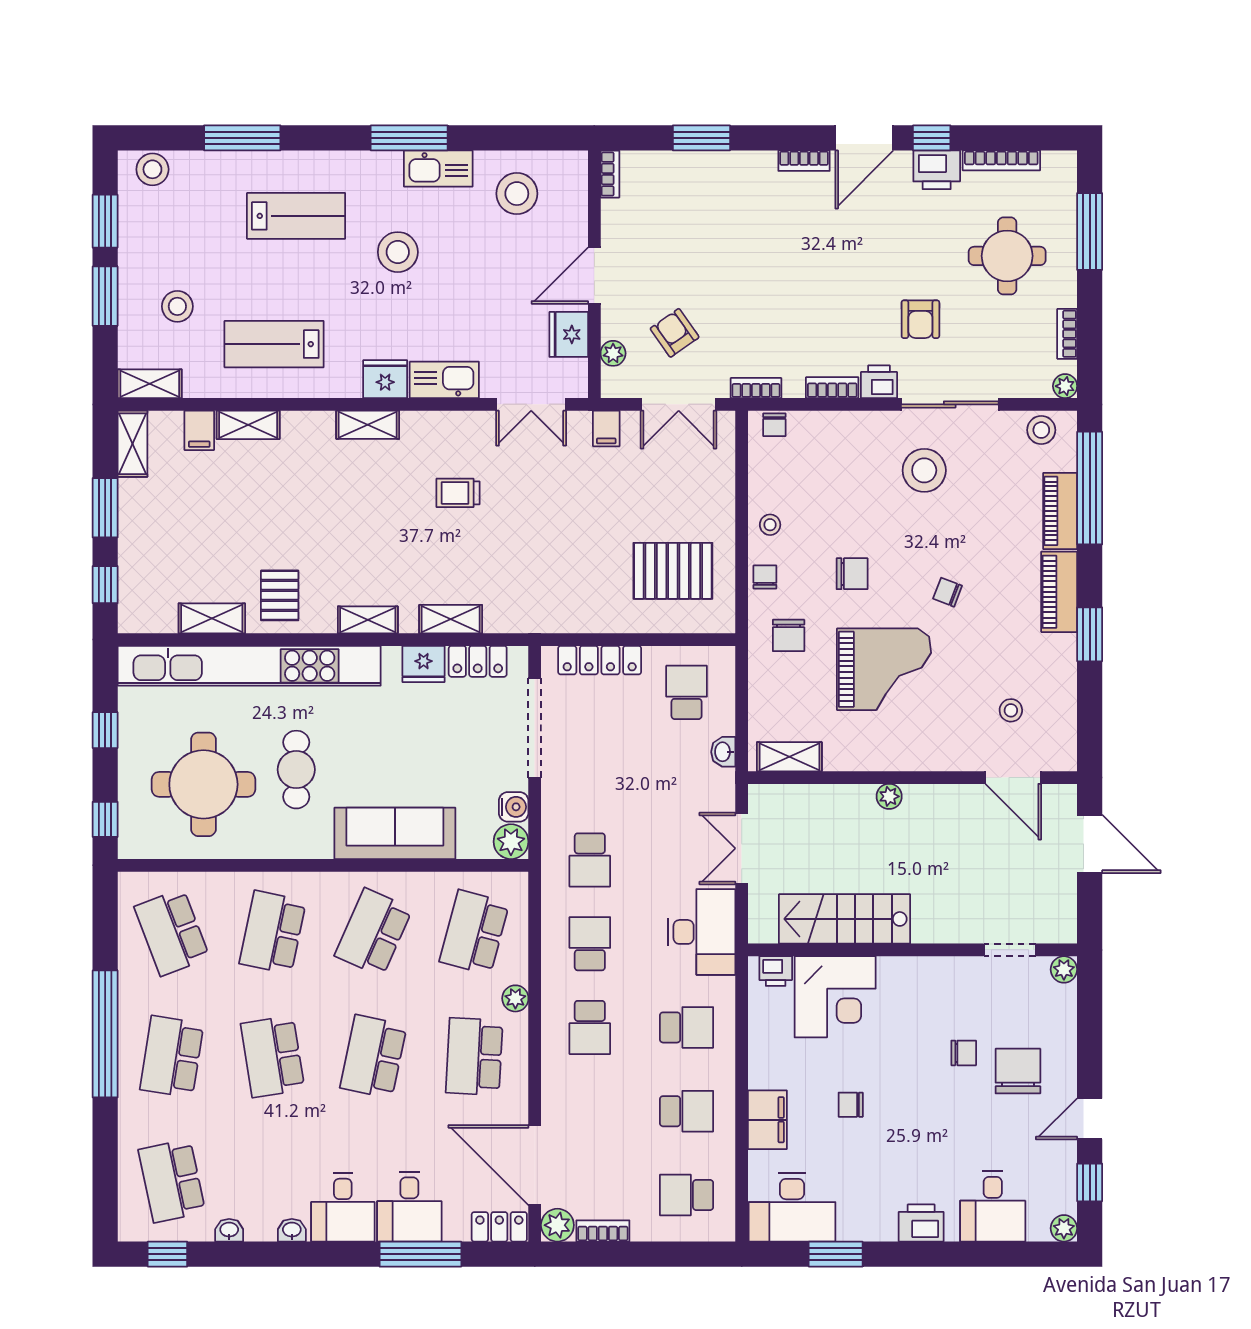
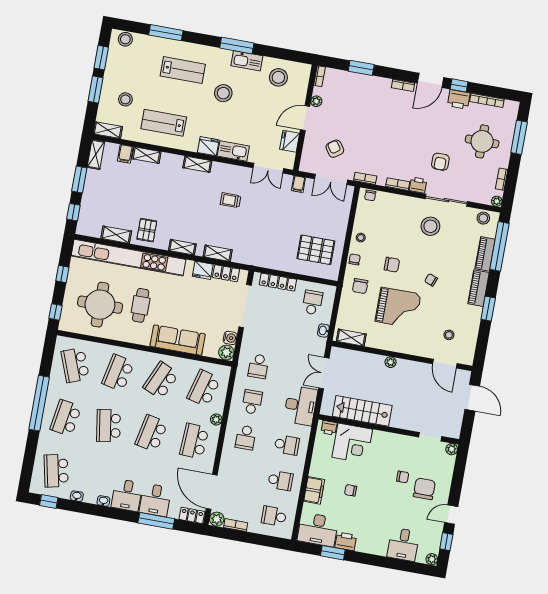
plant: (613, 353) -> (316, 101), moved
printer: (921, 1223) -> (346, 541), moved

